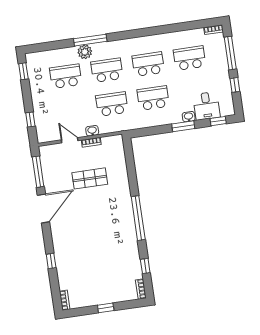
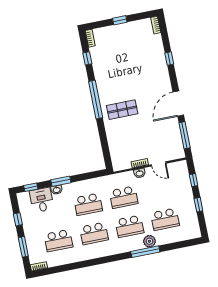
window: (230, 53) -> (23, 247), width x0.69
window: (23, 71) -> (198, 205), moved
shop shelf: (90, 178) -> (122, 110), moved

